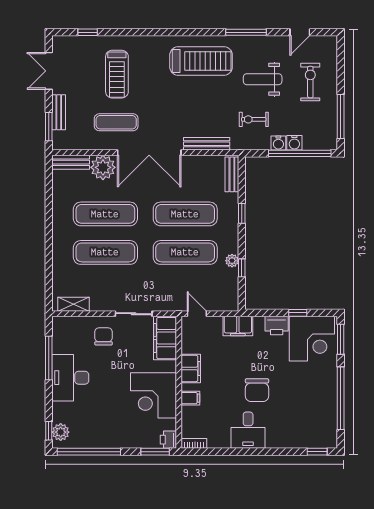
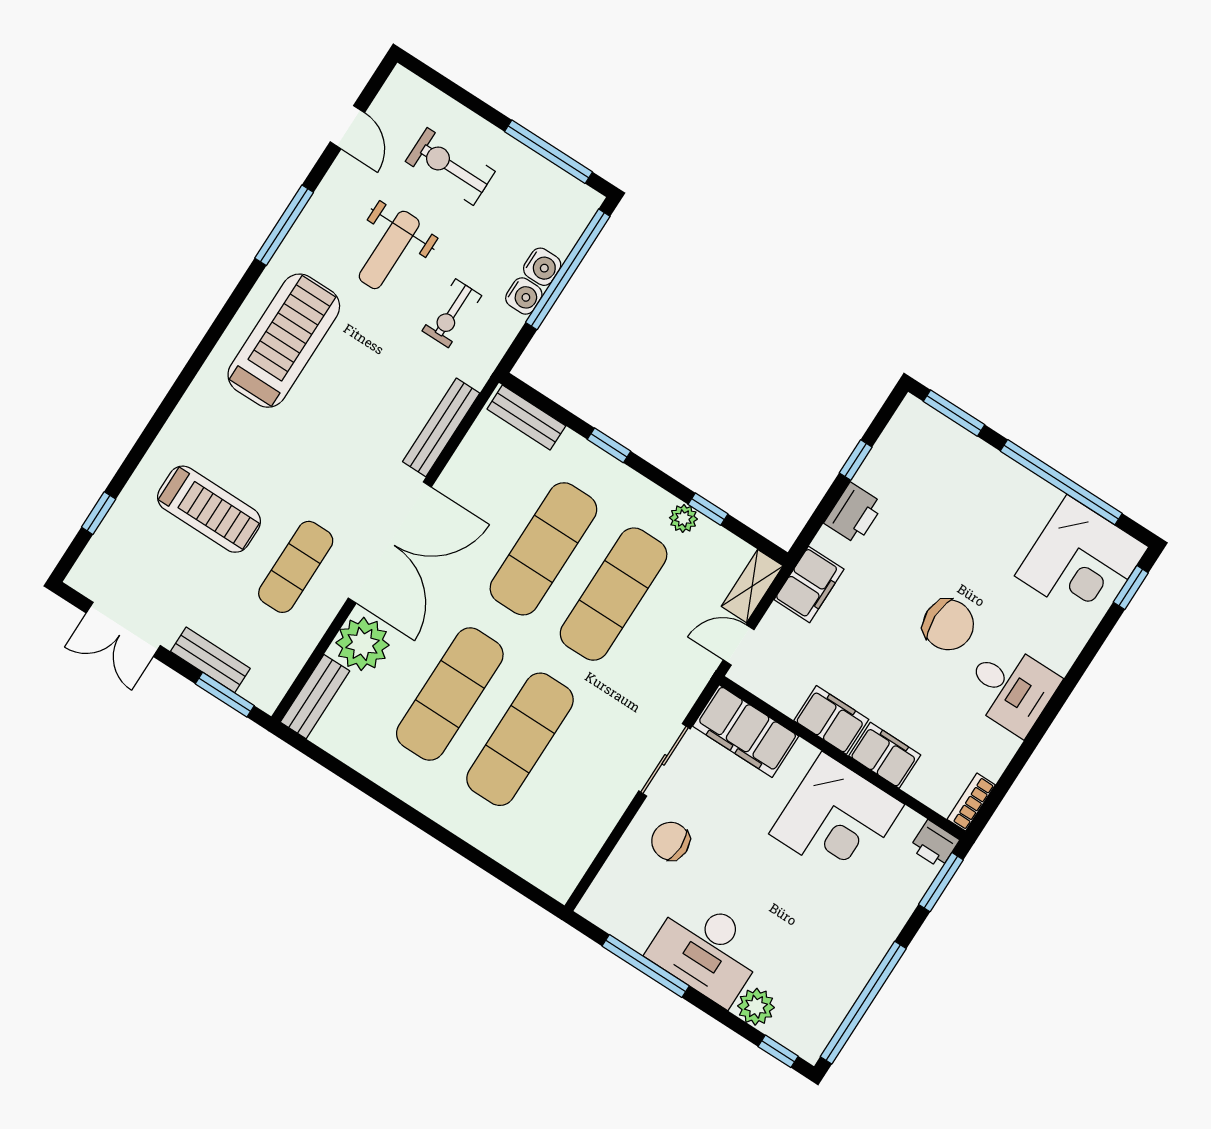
shelving: (73, 304) -> (752, 586), moved
corner desk: (312, 339) -> (1081, 561), moved, turned 90
filing cabinet: (190, 398) -> (885, 755), width x2.00
plant: (61, 432) -> (756, 1007), moved

